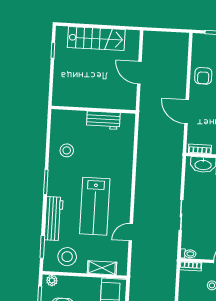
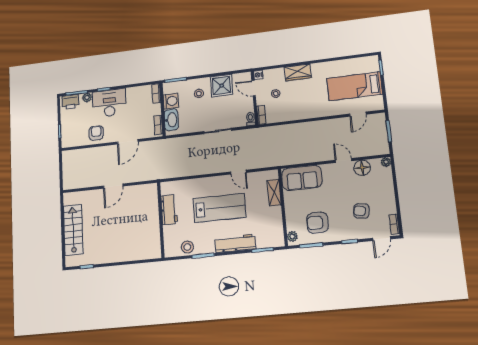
door: (139, 73) -> (113, 186), moved
armchair: (203, 76) -> (96, 133), turned -90
wall: (94, 110) -> (161, 220), moved
workbench: (103, 120) -> (169, 210), moved
stool: (67, 150) -> (187, 247), moved
stool: (67, 257) -> (268, 226), removed

